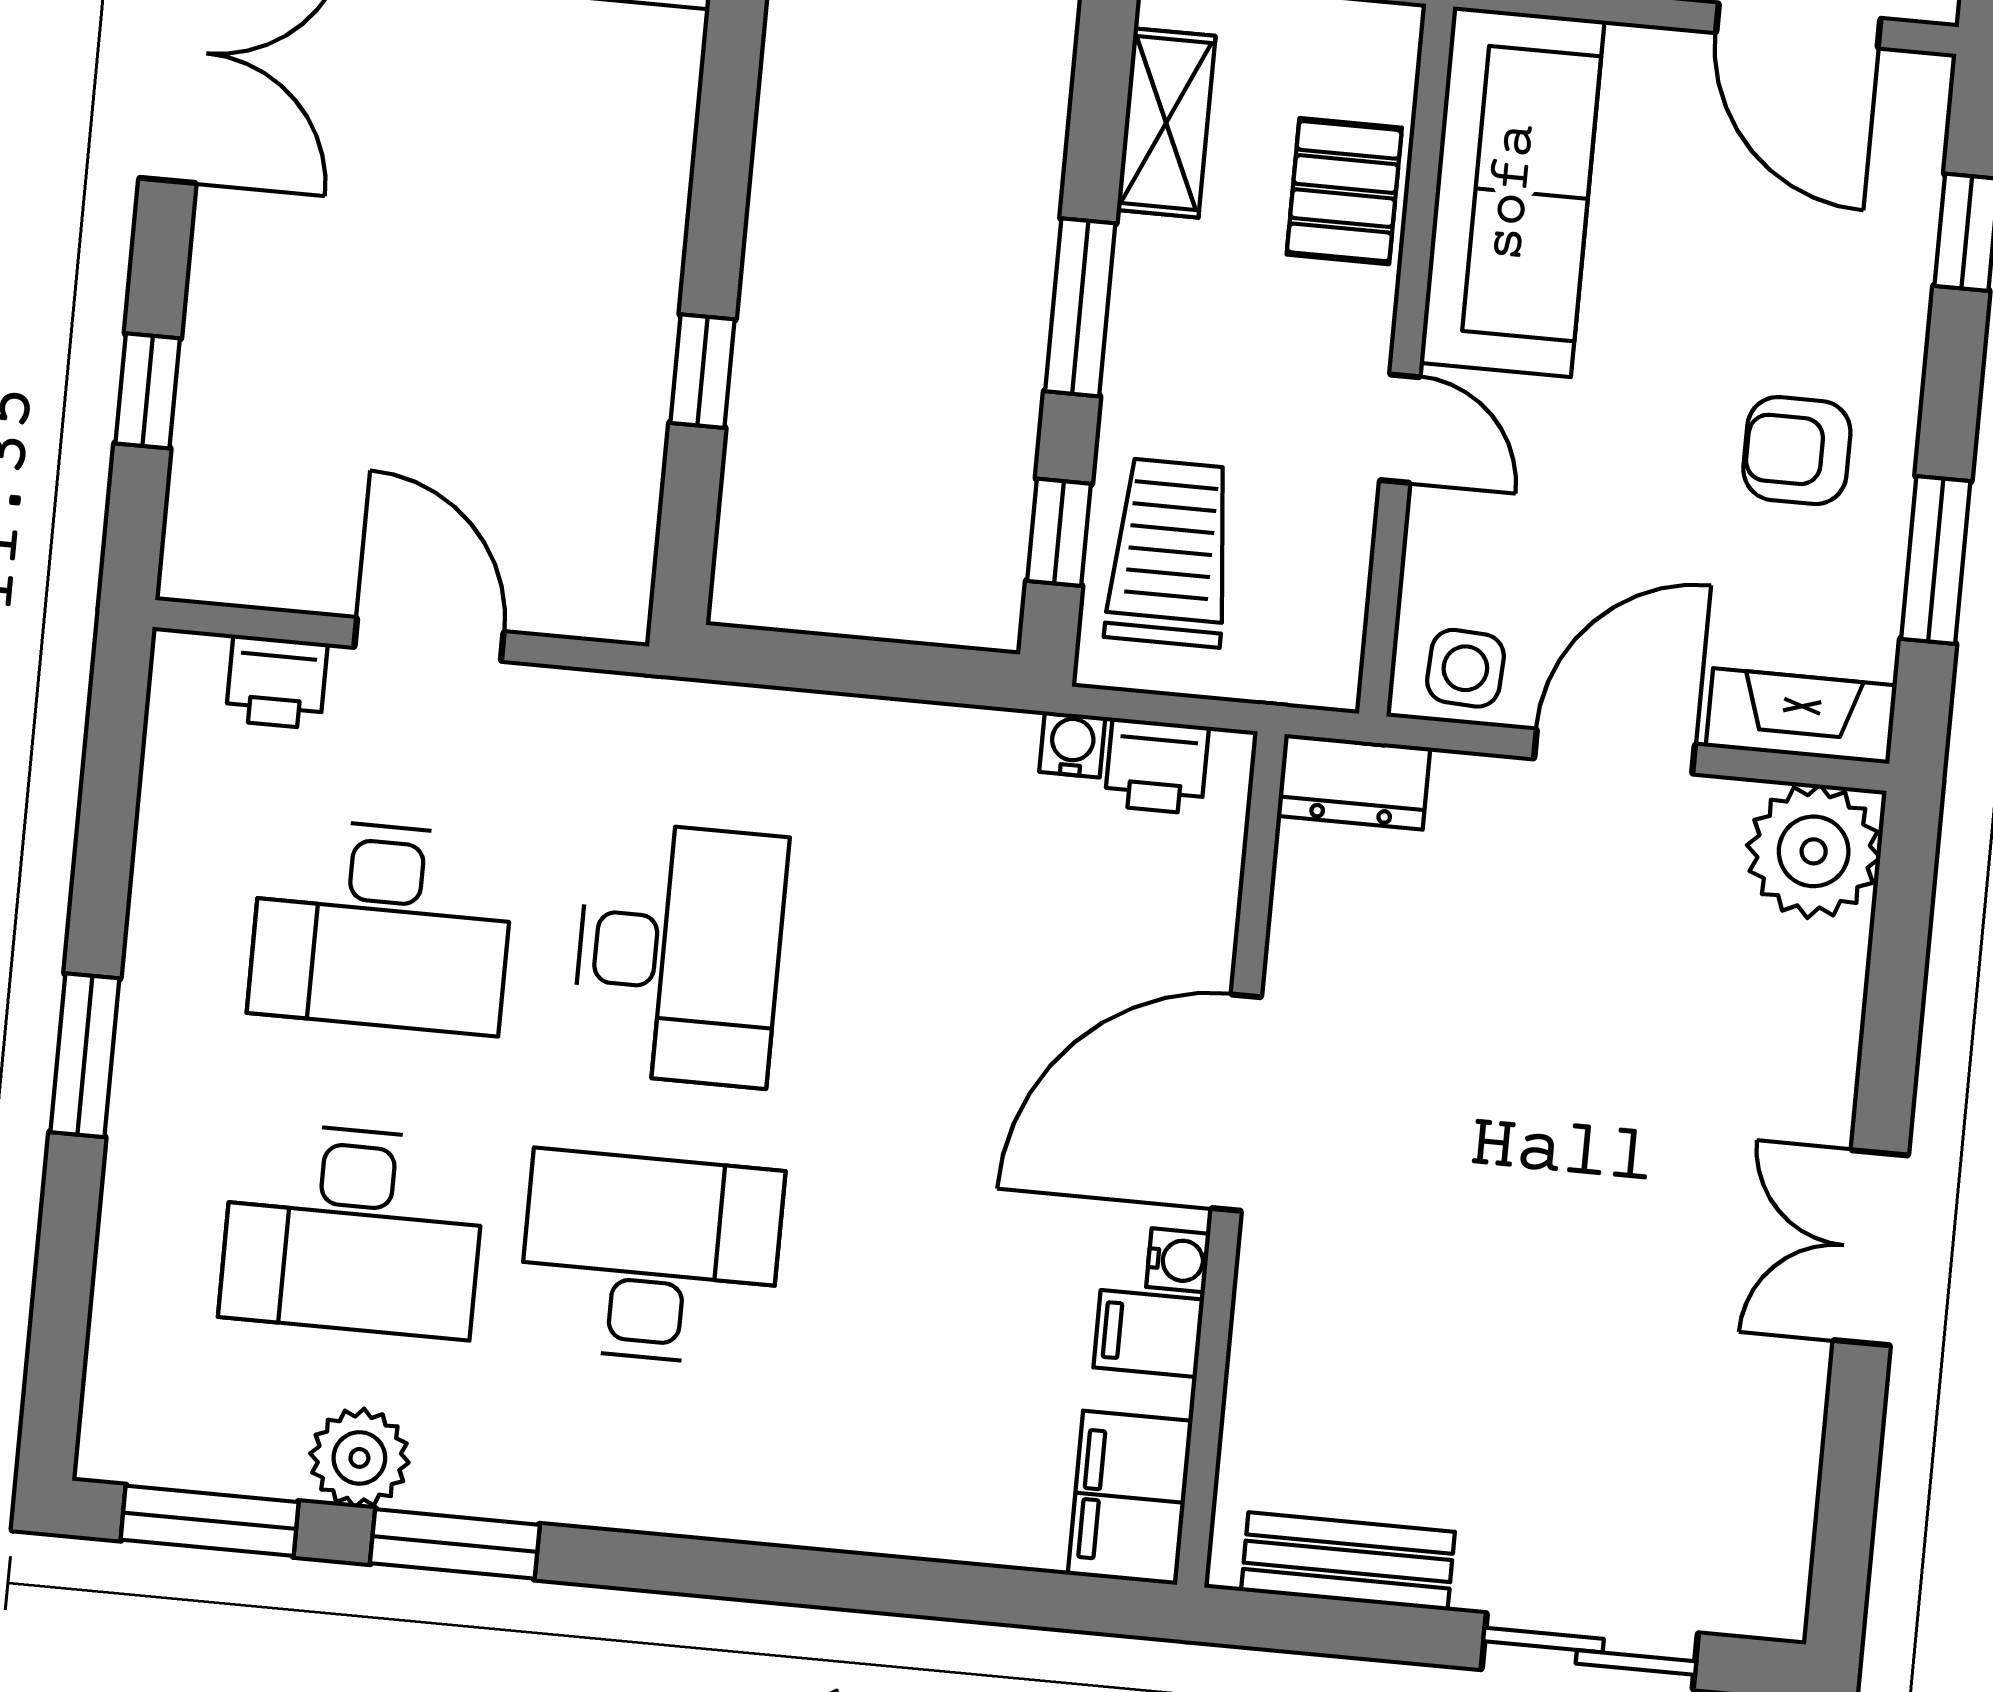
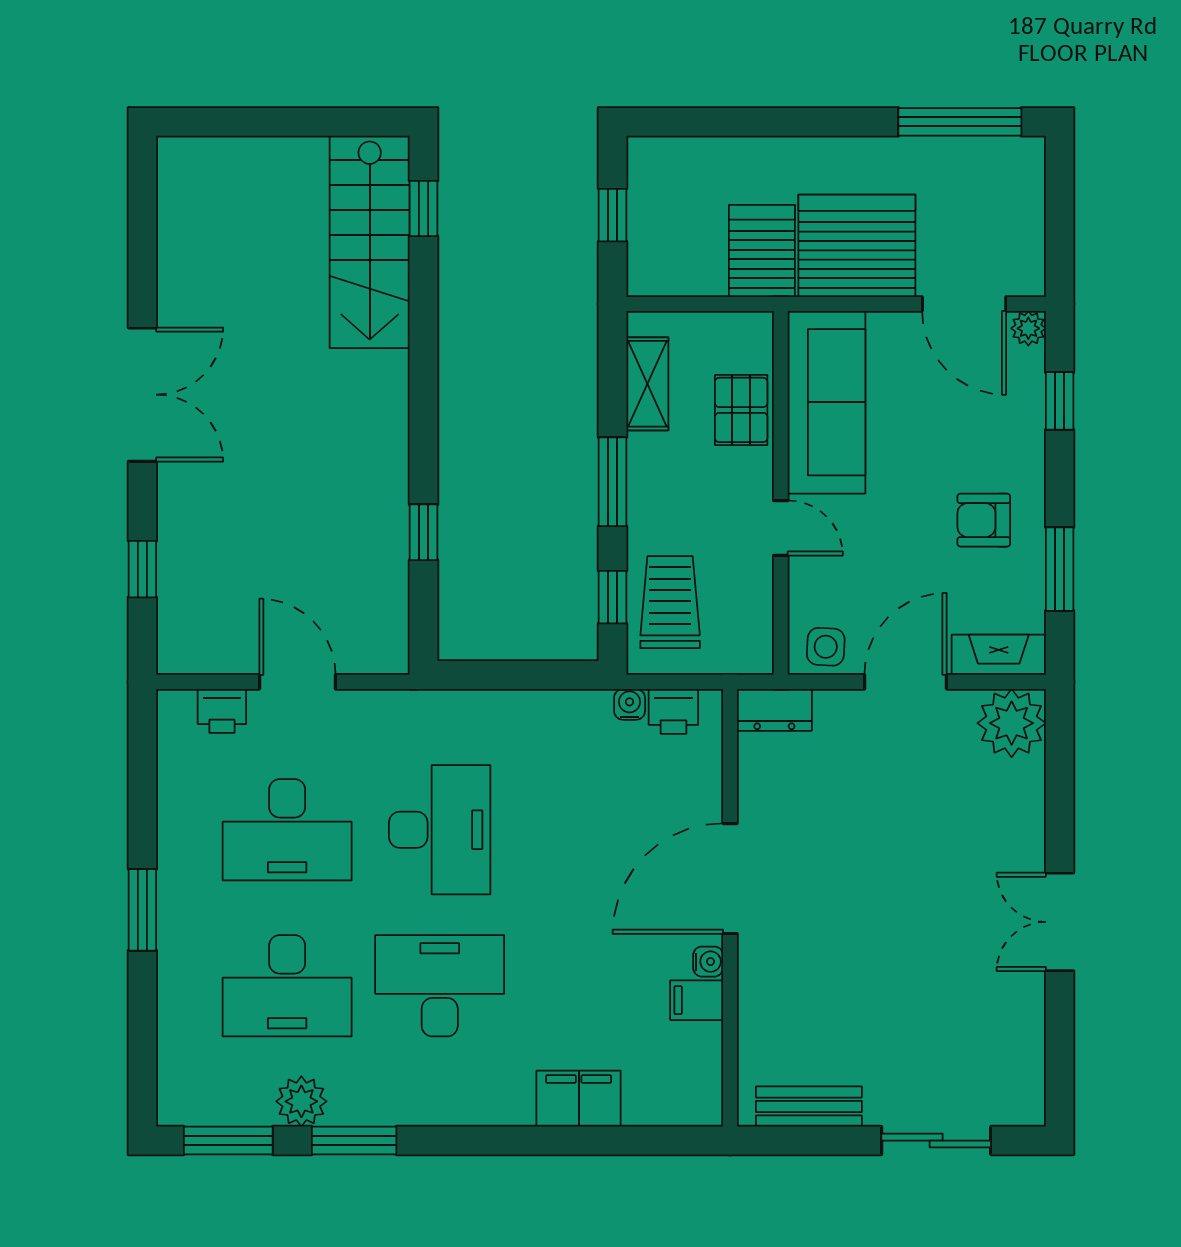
plant: (1919, 85) -> (1028, 328), added
filing cabinet: (1130, 1498) -> (579, 1099), moved, turned 90

